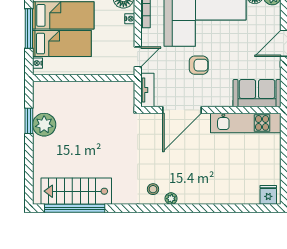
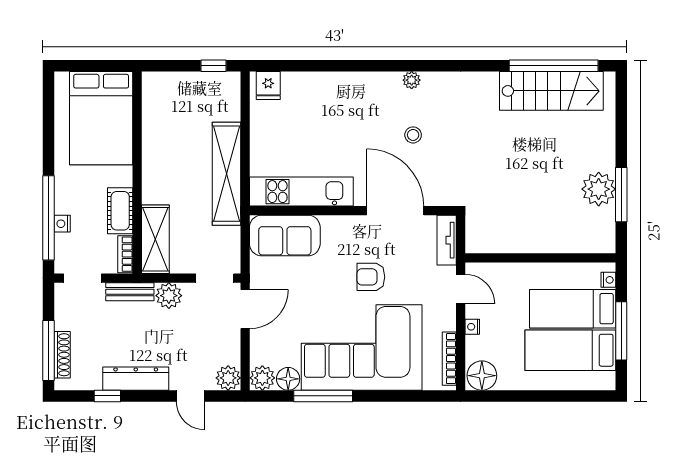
nightstand: (130, 19) -> (472, 327), moved
door: (138, 57) -> (461, 289), swing flipped
door: (182, 110) -> (395, 211), hinge flipped
window: (29, 121) -> (621, 195), width x1.44
stool: (153, 189) -> (413, 135), moved

